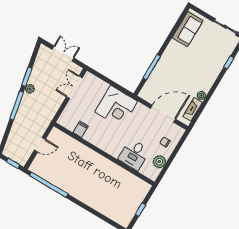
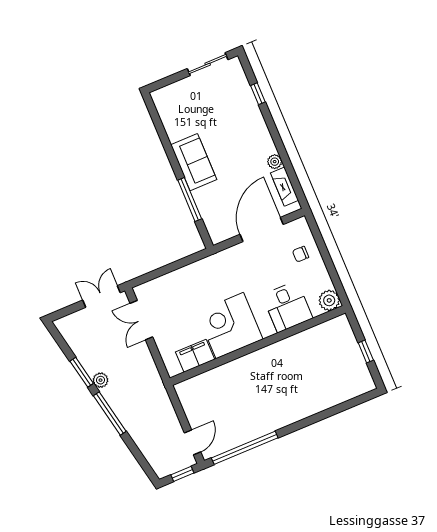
sofa: (188, 29) -> (194, 162), moved
double door: (63, 54) -> (102, 296), moved
corner desk: (116, 106) -> (230, 326), moved, turned 180
filing cabinet: (81, 129) -> (195, 356), width x2.00
door: (40, 145) -> (193, 442), moved
plant: (159, 162) -> (329, 300), moved

